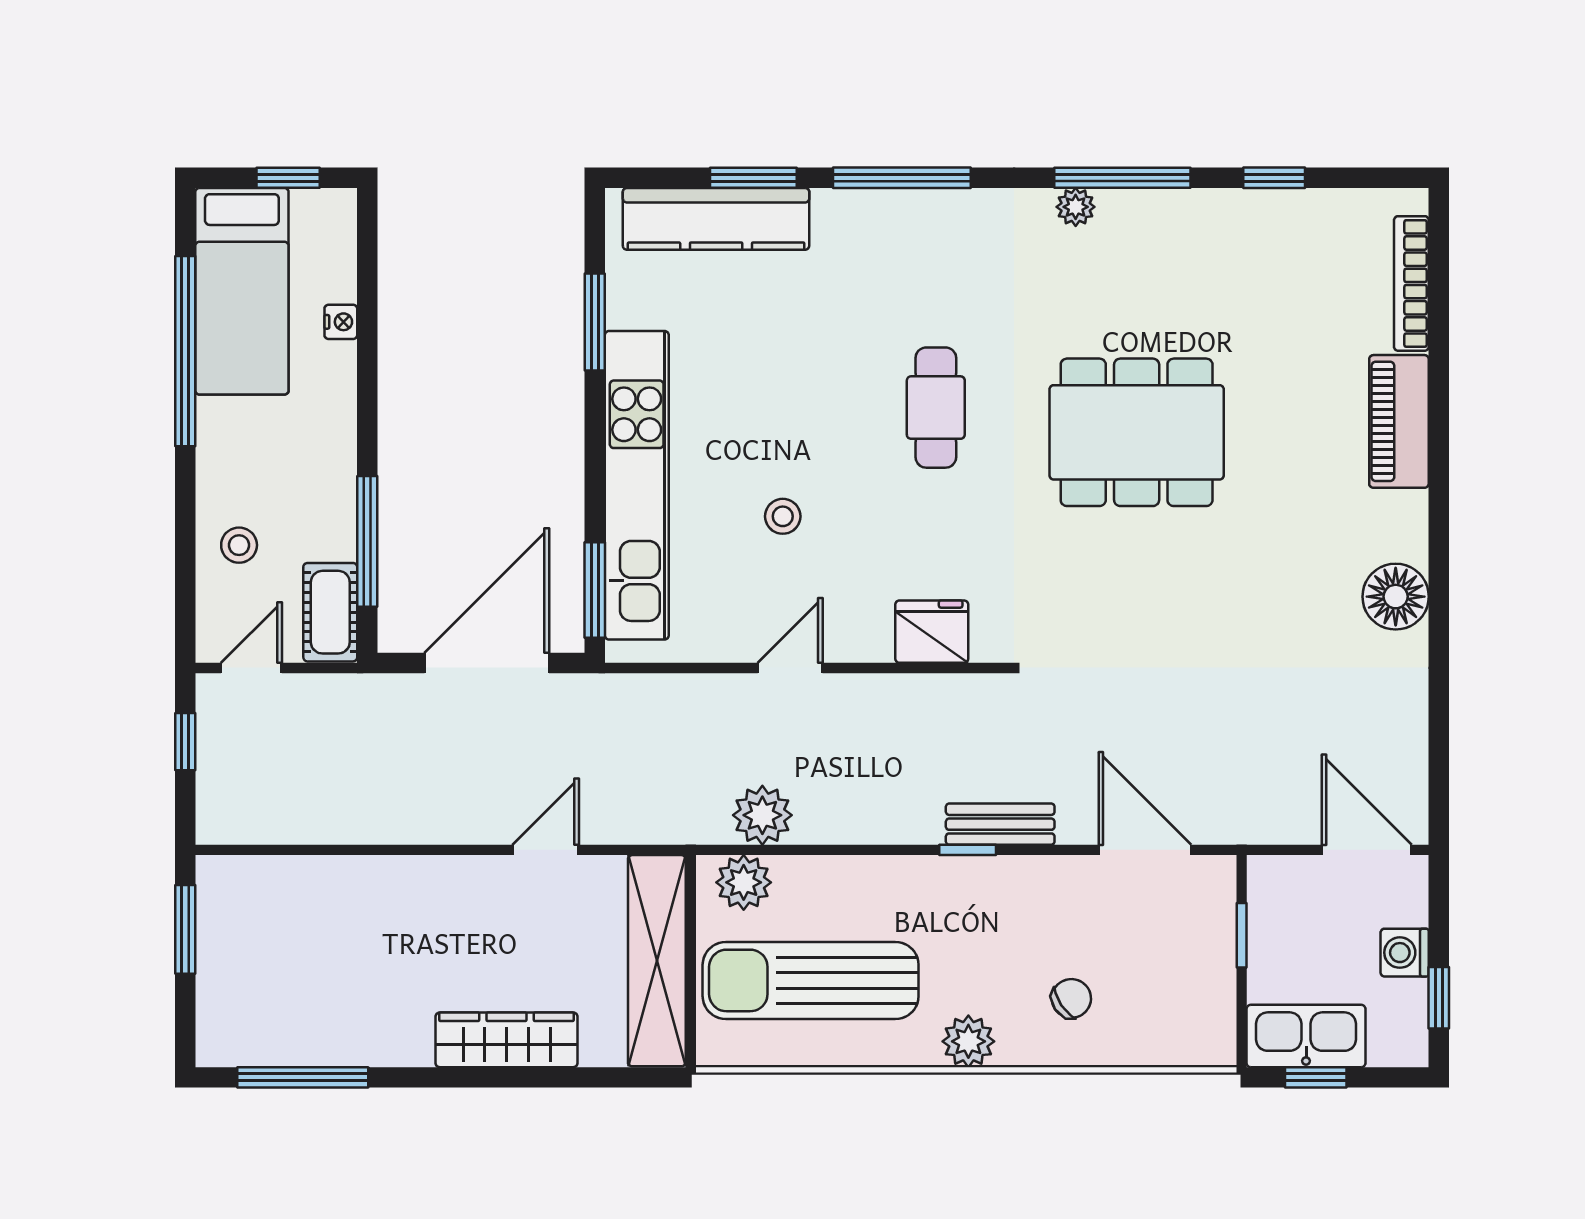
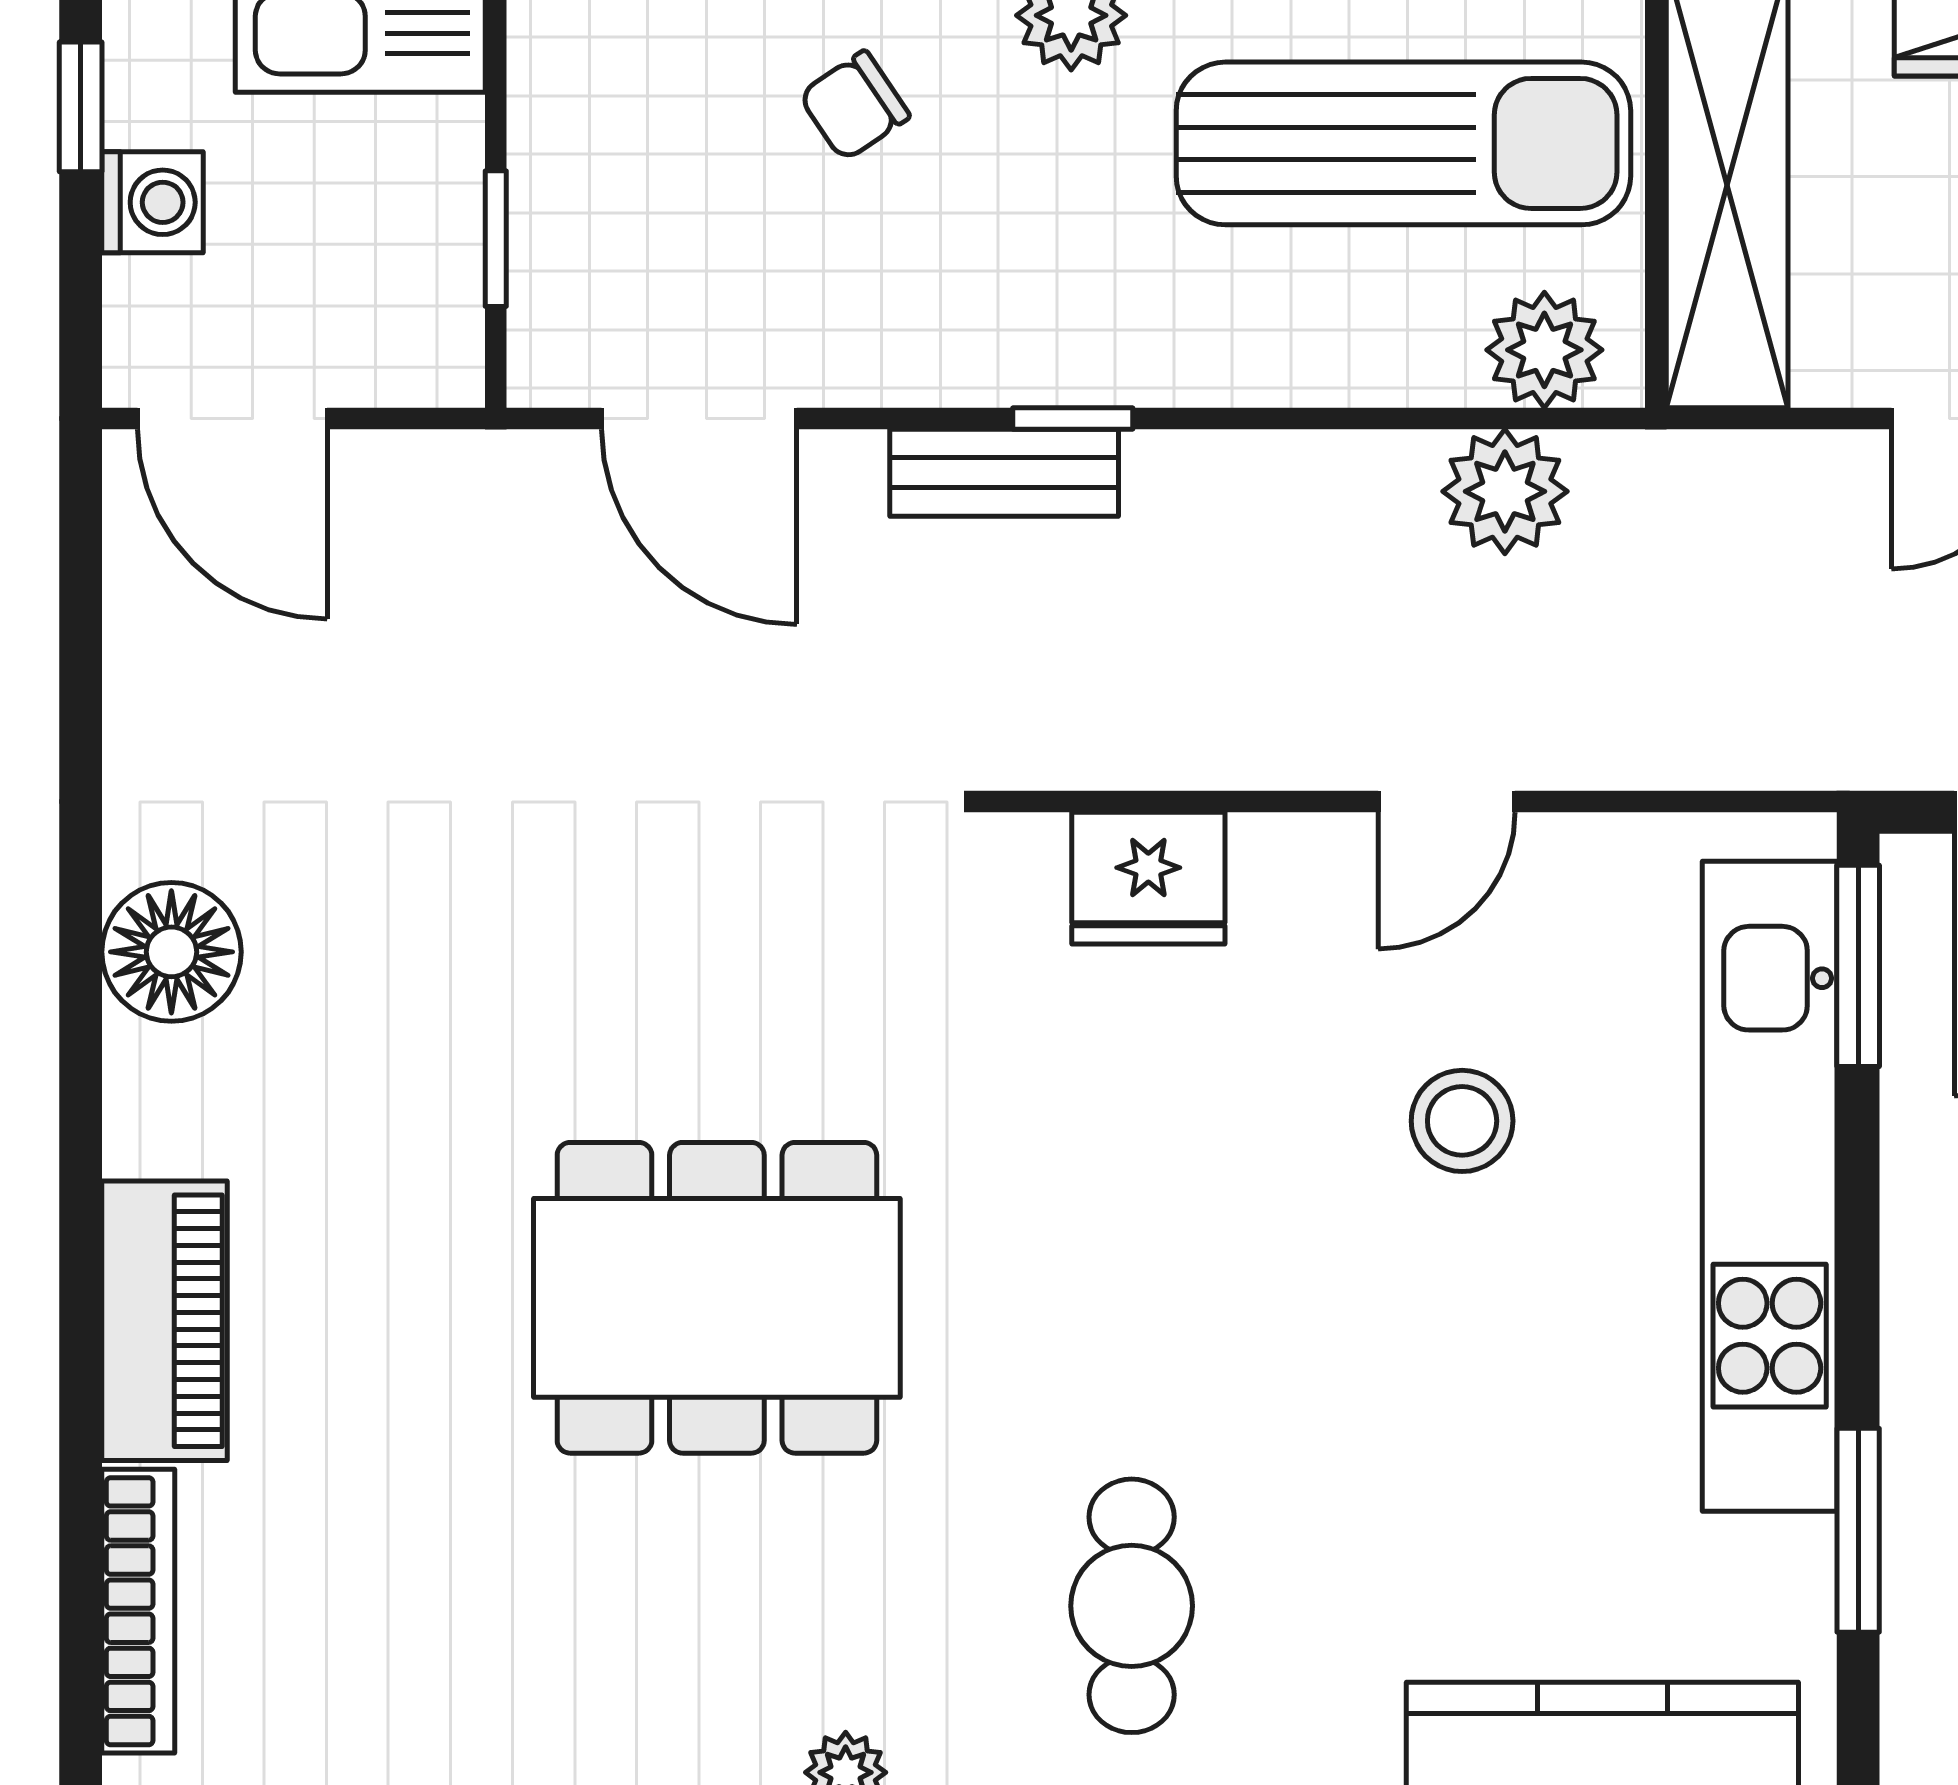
cafe table: (936, 408) -> (1132, 1606), moved
stool: (783, 516) -> (1462, 1121), width x1.37, depth x1.37

